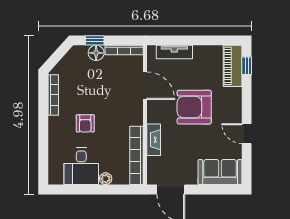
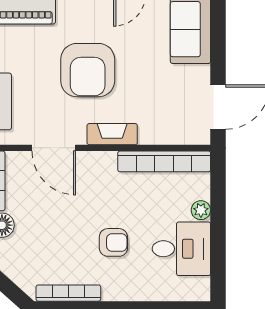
door: (145, 86) -> (54, 148), swing flipped
fireplace: (154, 140) -> (112, 134), moved

